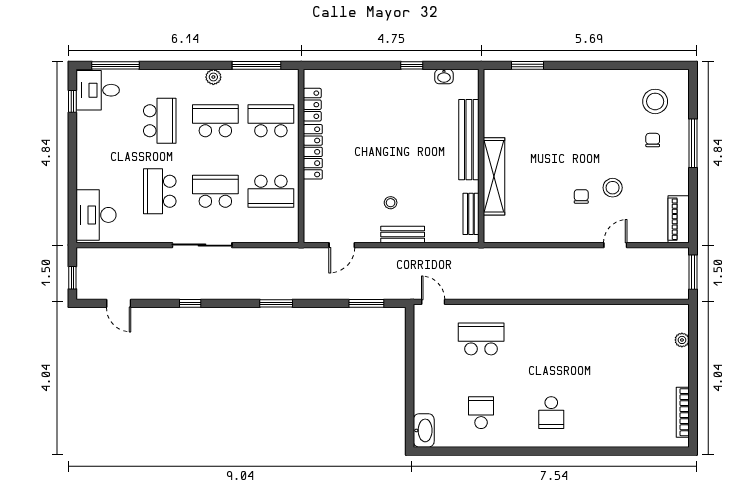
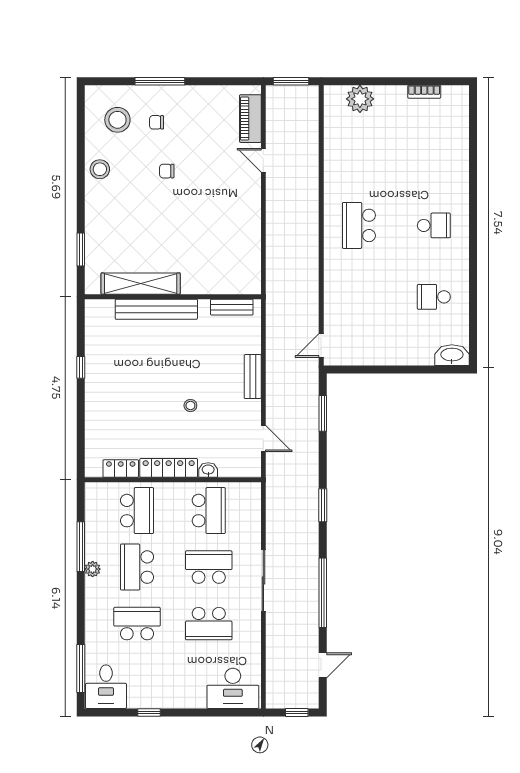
window: (257, 65) -> (81, 547), moved
washbasin: (444, 77) -> (208, 470), moved, turned -90
window: (72, 101) -> (149, 712), moved
school desk: (271, 121) -> (137, 511), turned 180
shelving: (494, 176) -> (141, 284), moved
stool: (613, 188) -> (100, 169), moved
school desk: (215, 191) -> (209, 567), turned 90
chair: (581, 196) -> (167, 171), moved
stool: (391, 203) -> (190, 406), moved
piano: (679, 219) -> (250, 119), moved, turned 90
window: (190, 303) -> (323, 593), width x3.17
school desk: (481, 339) -> (359, 225), moved
plant: (682, 340) -> (360, 99), width x1.87, depth x1.87
bookcase: (683, 412) -> (424, 92), width x0.64

